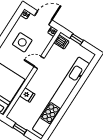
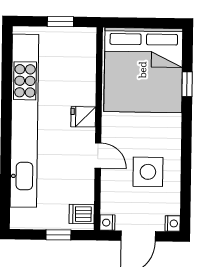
door: (39, 62) -> (98, 156), hinge flipped
fridge: (27, 95) -> (83, 117), moved

